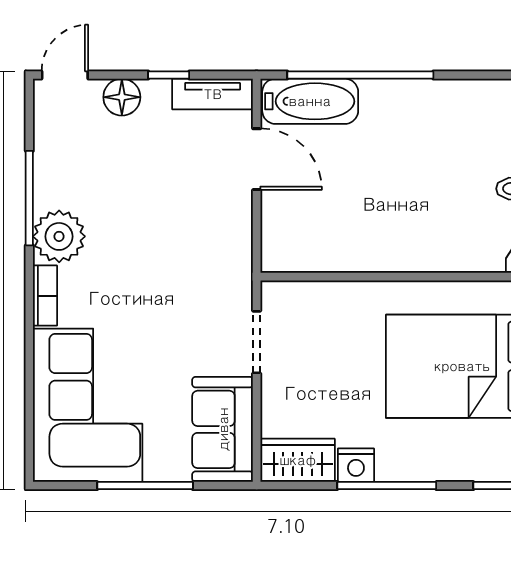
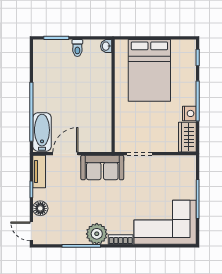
sofa: (223, 429) -> (102, 168), moved

